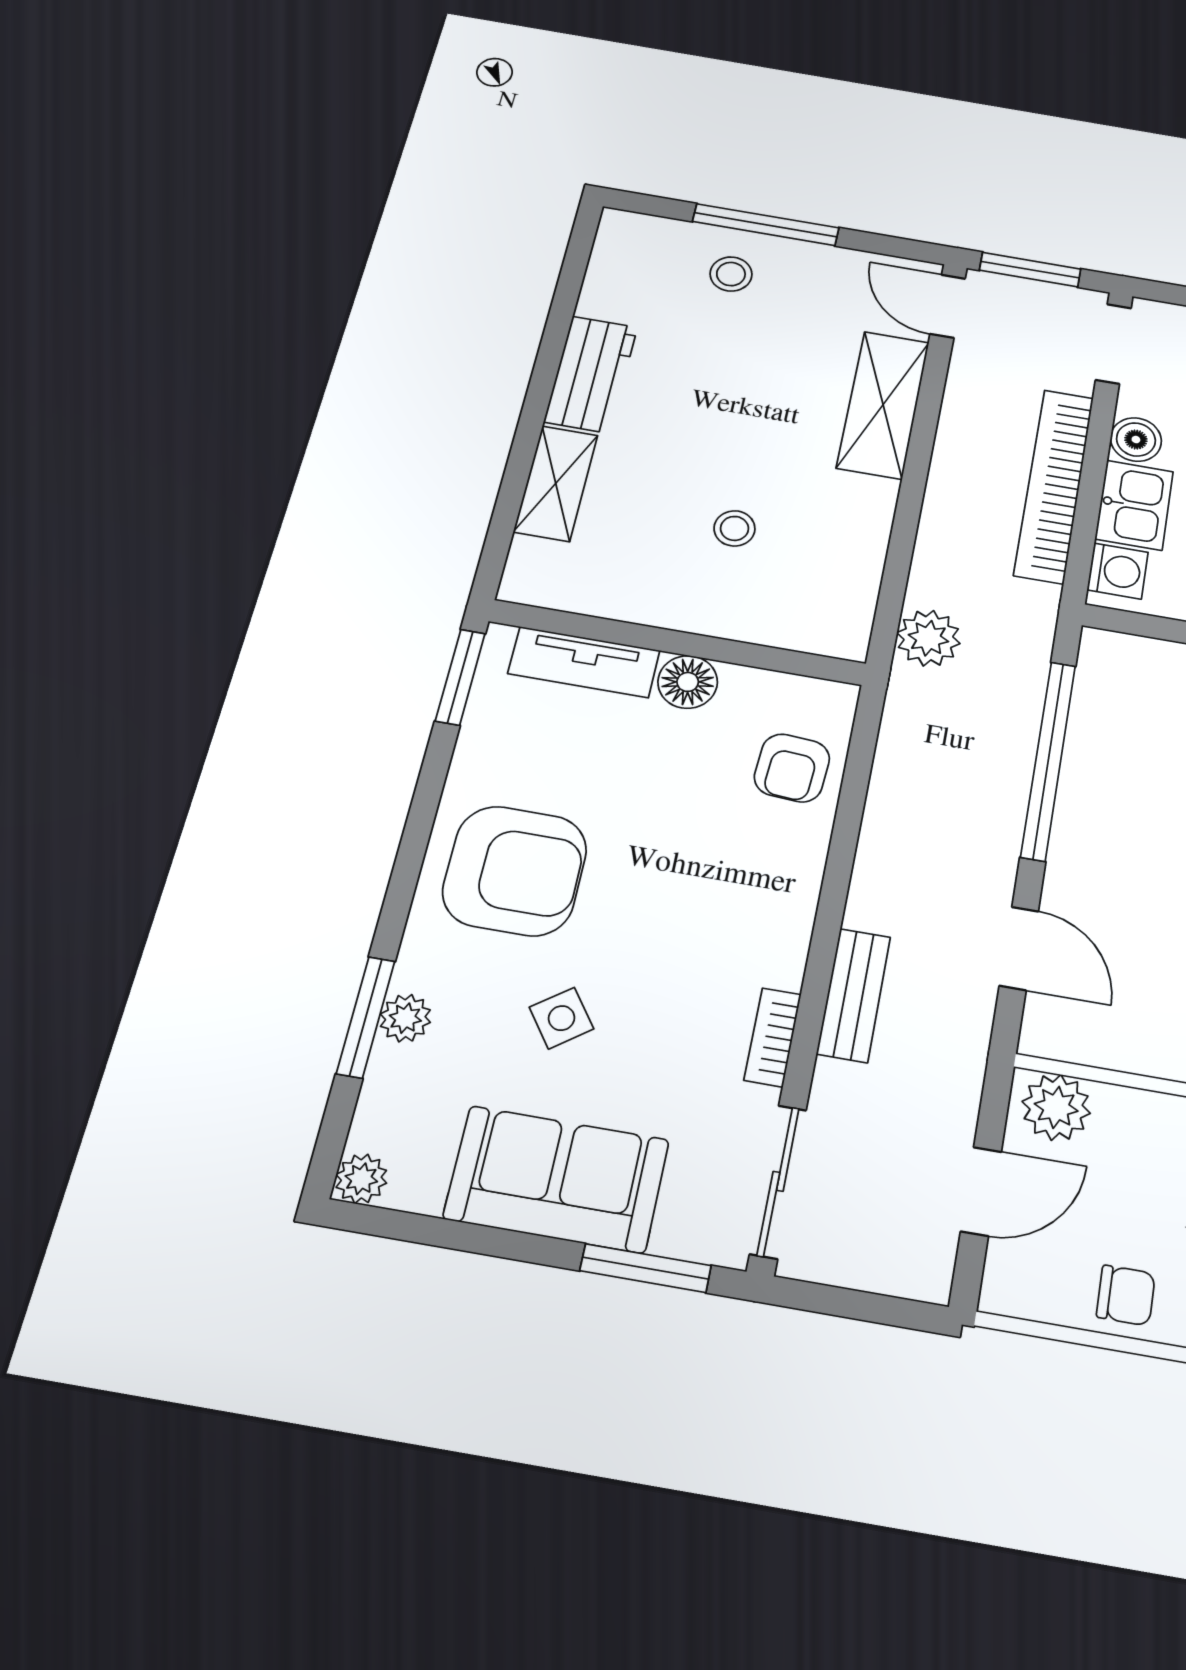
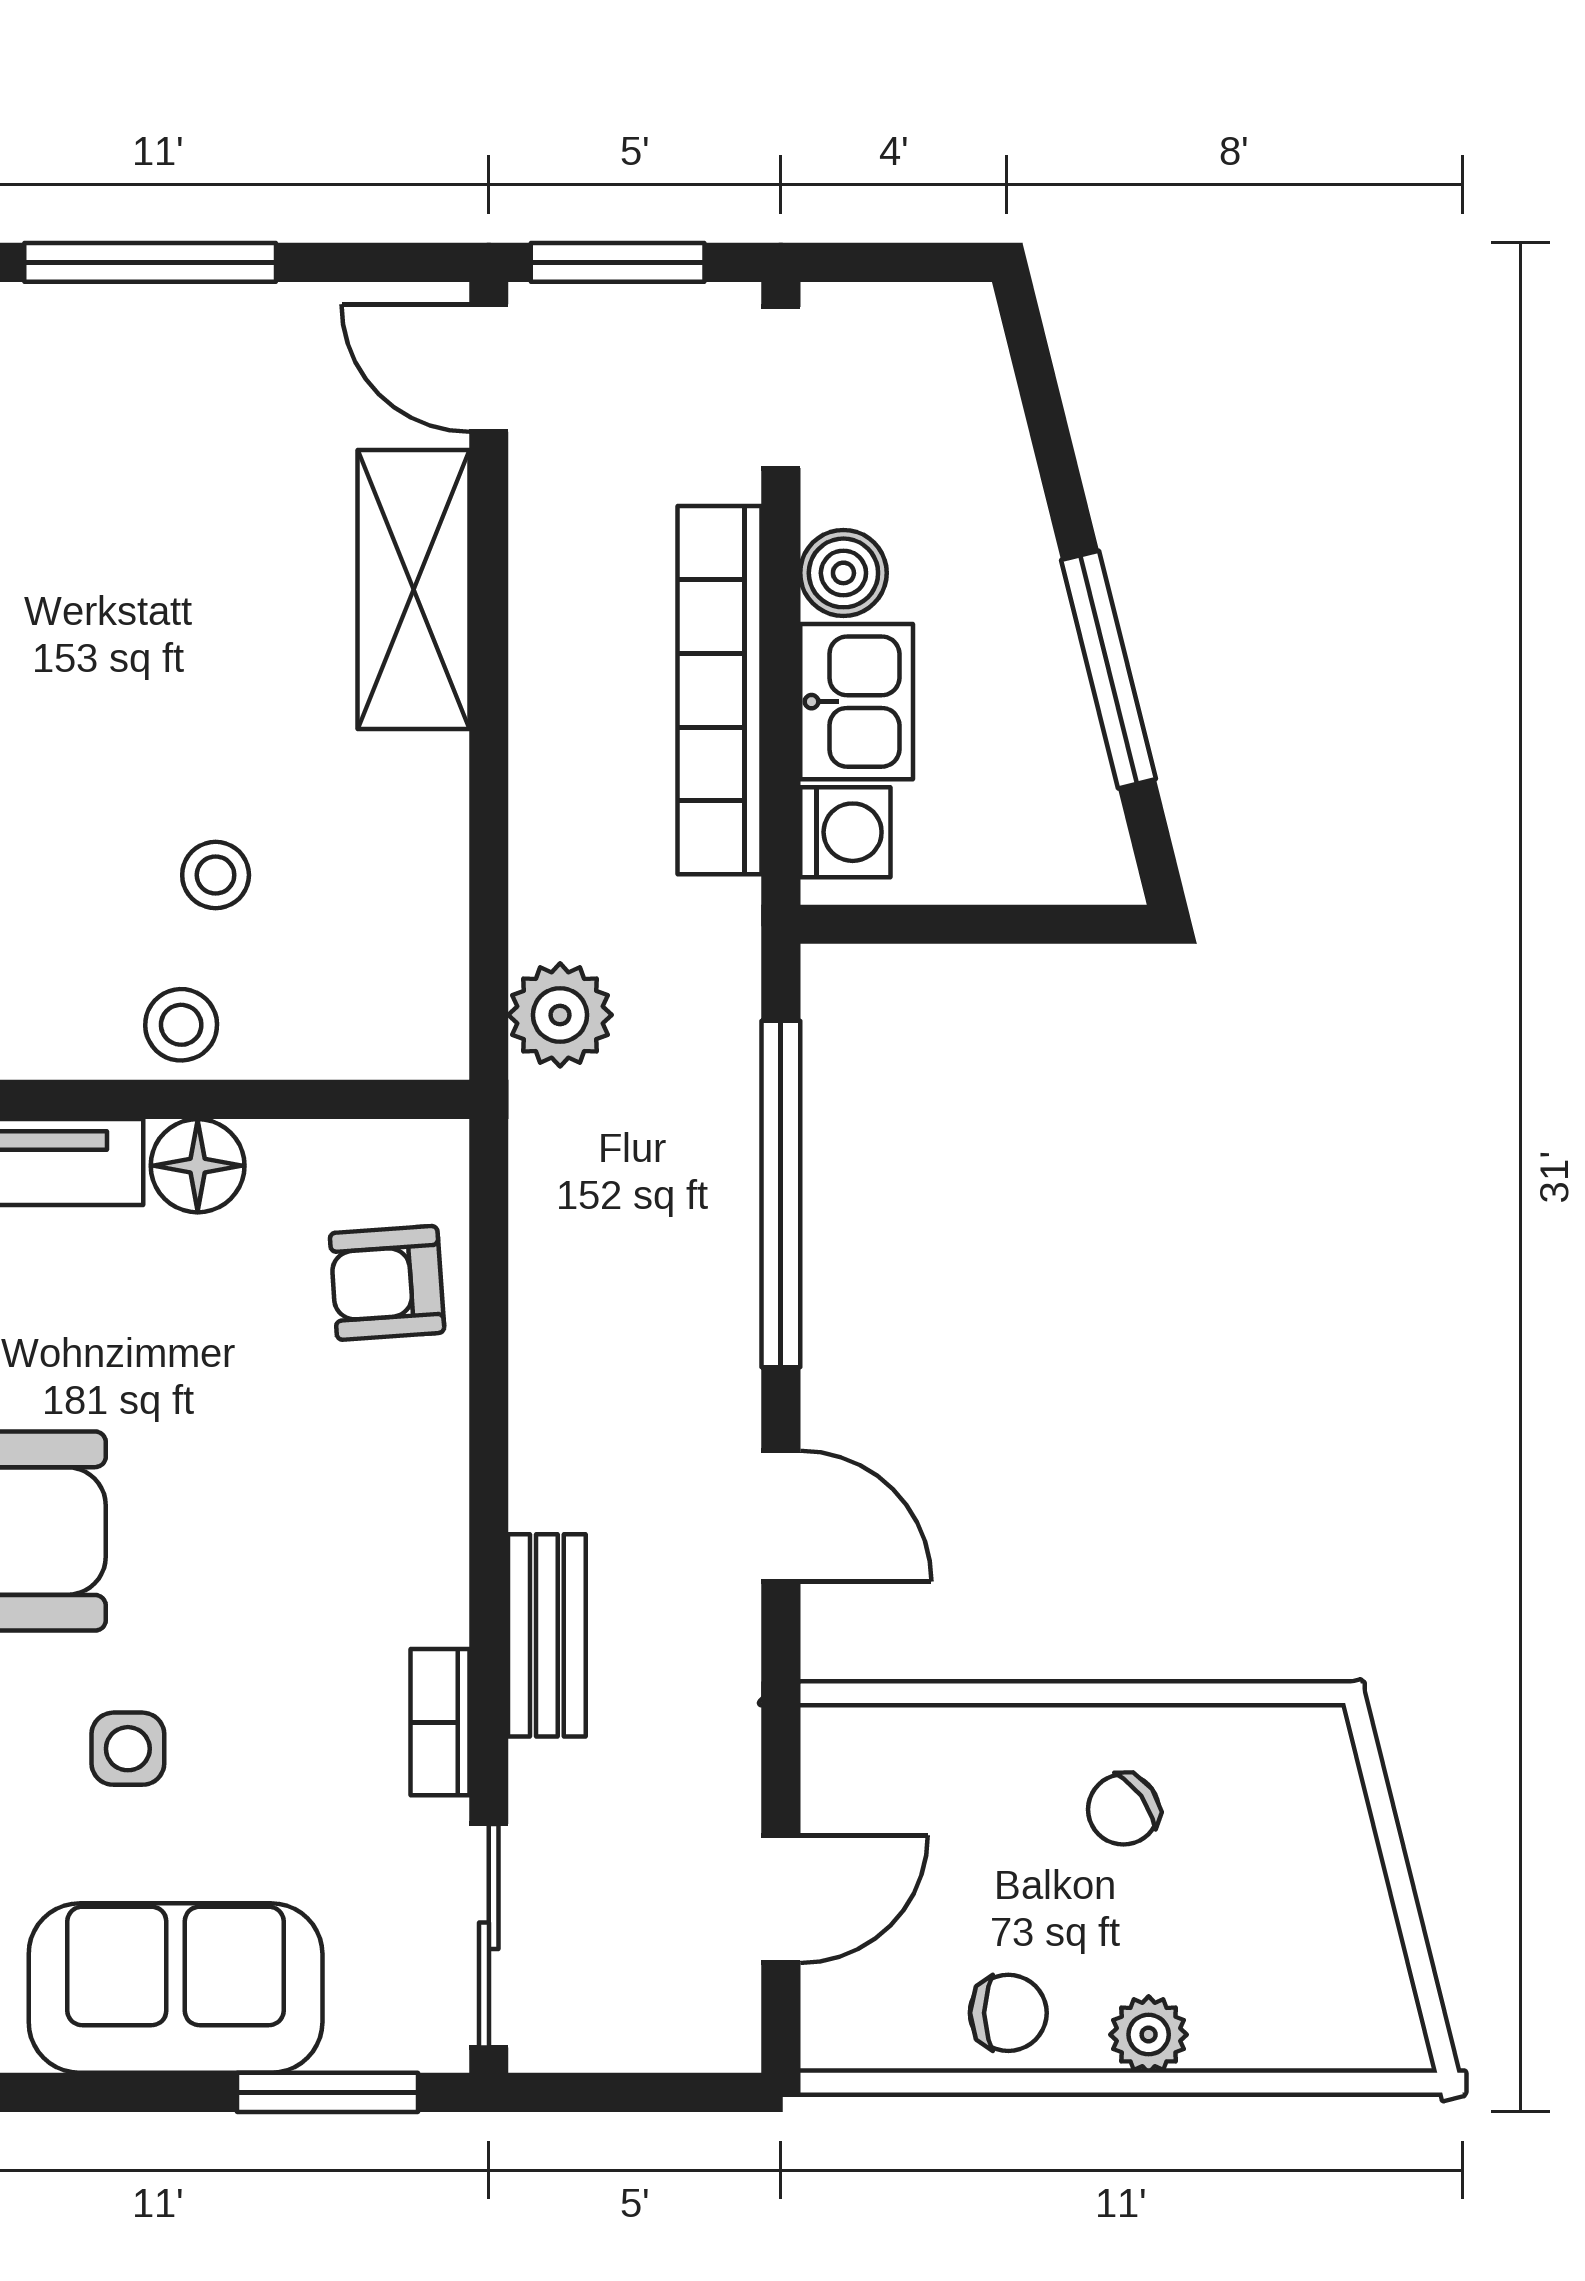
stool: (731, 274) -> (181, 1025), moved
armchair: (792, 768) -> (387, 1283), turned 82
side table: (562, 1018) -> (128, 1749), turned 36
plant: (1056, 1107) -> (871, 1754), removed

